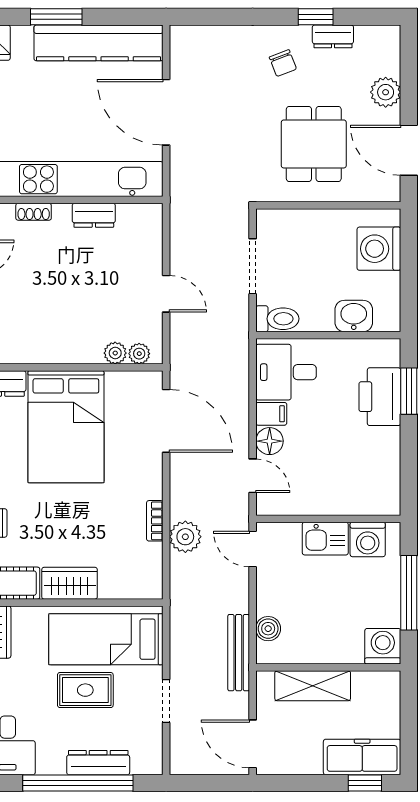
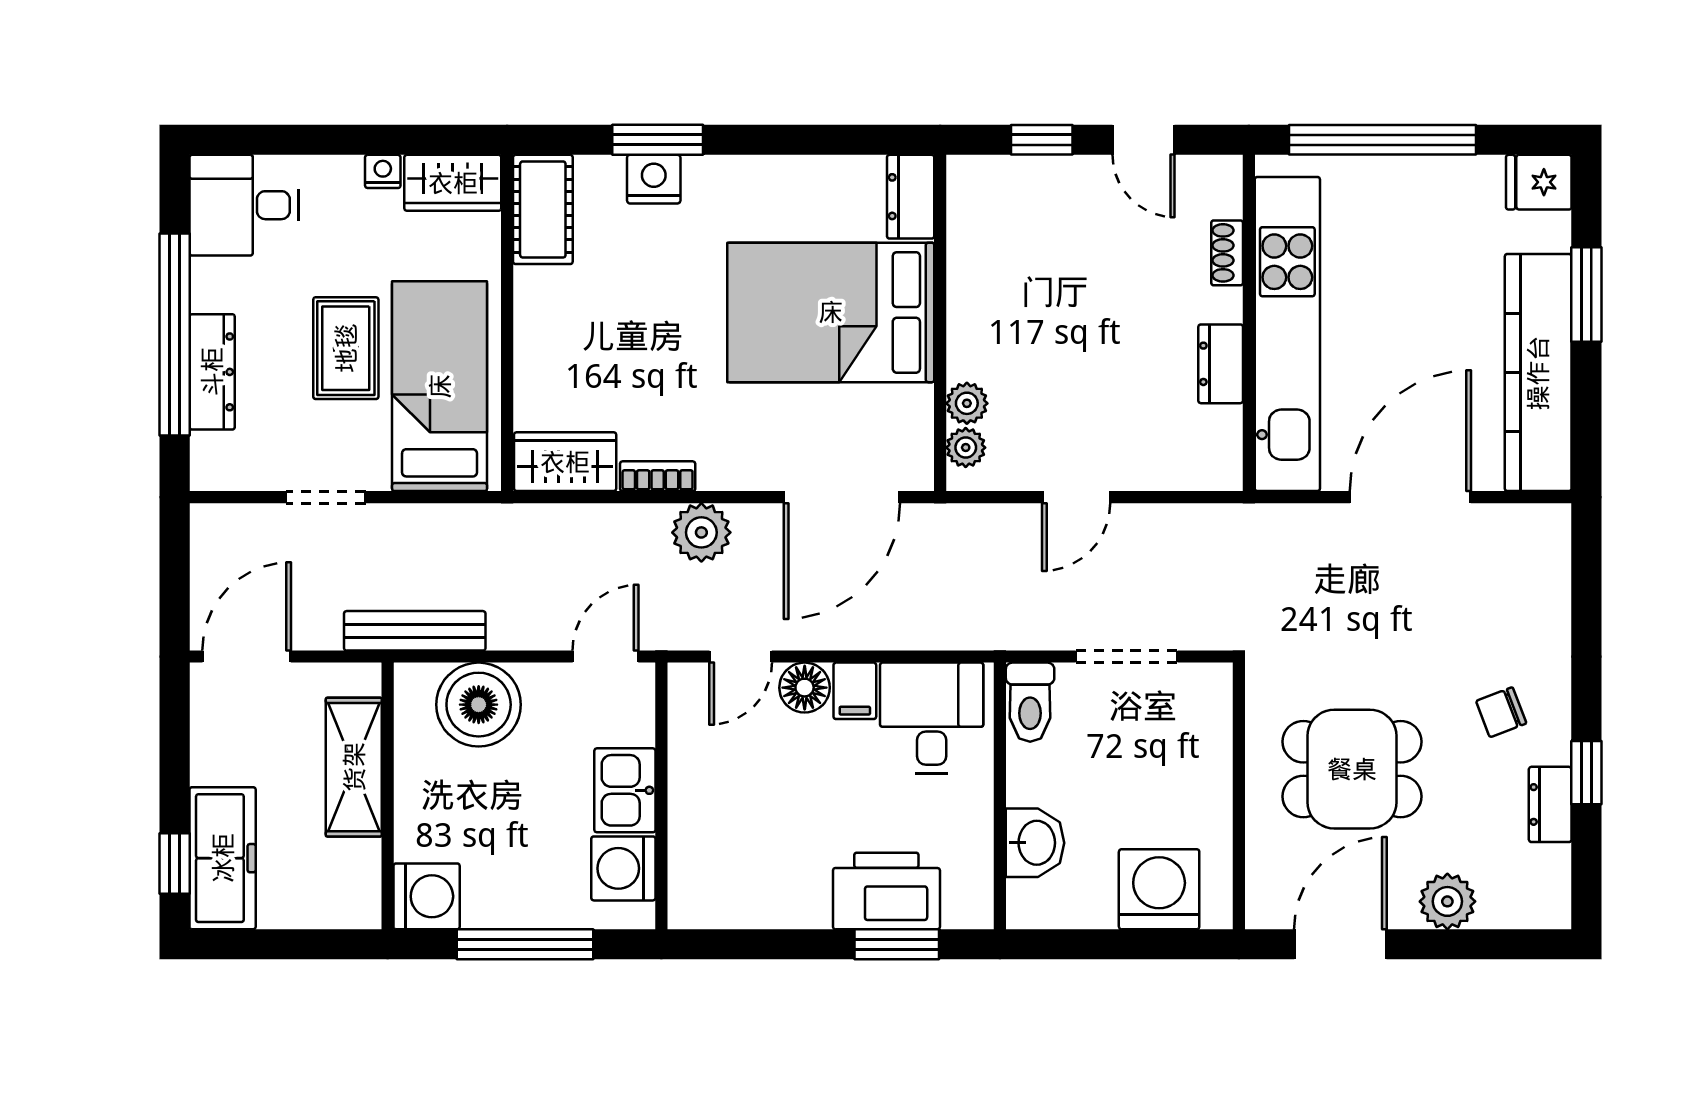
plant: (185, 537) -> (701, 532), moved
wardrobe: (70, 583) -> (565, 462), moved, turned -90
boiler: (268, 629) -> (479, 705), width x1.86, depth x1.86

